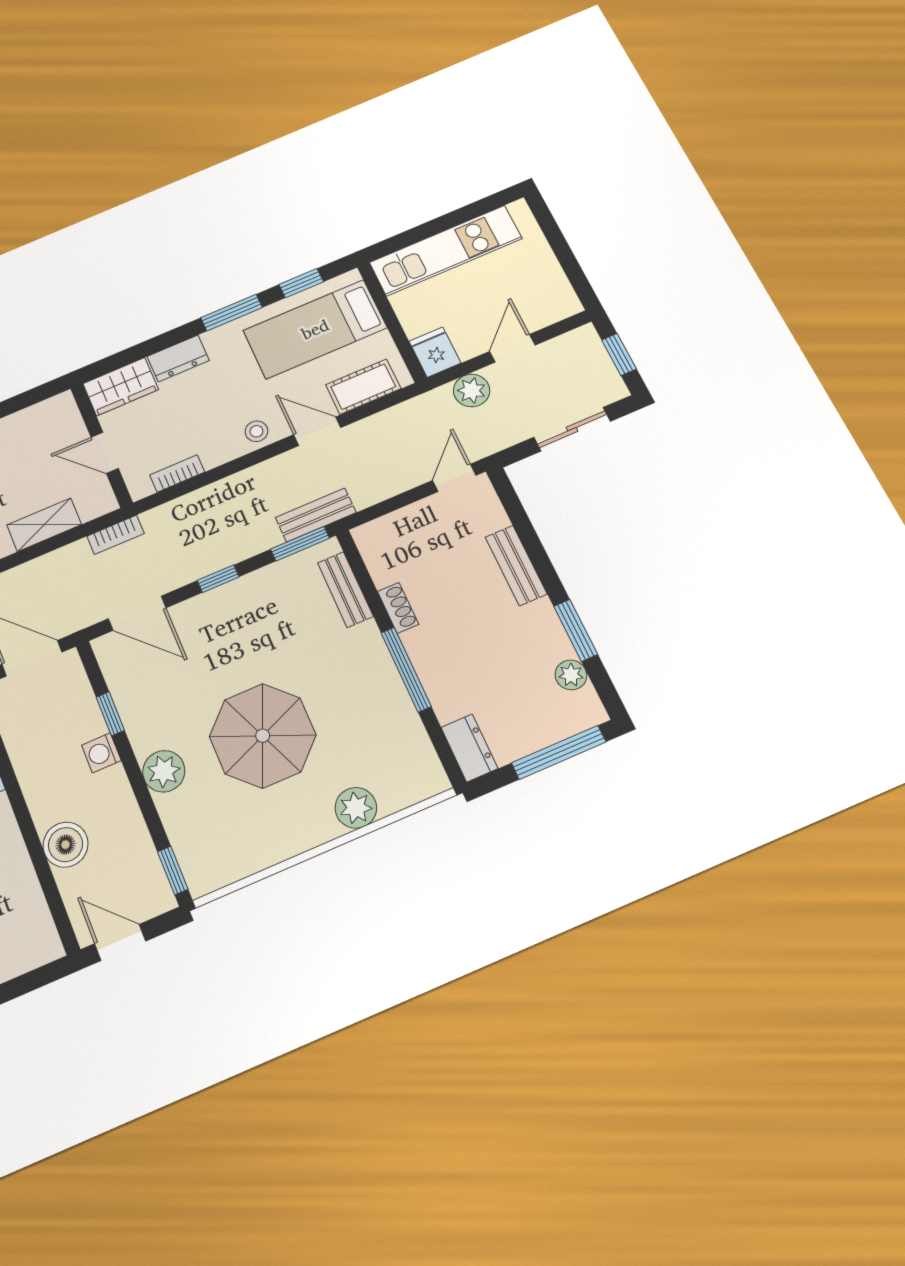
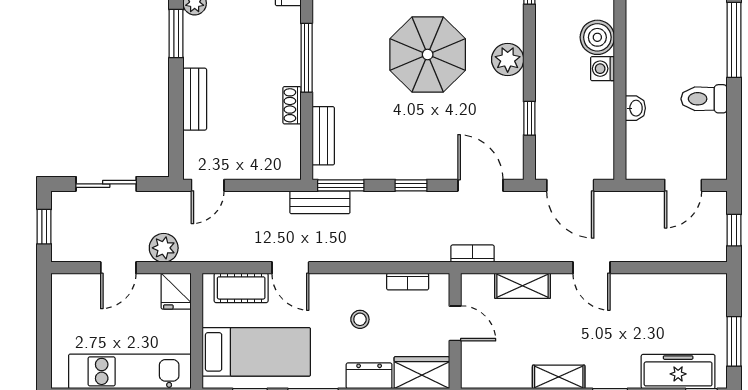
stool: (256, 431) -> (360, 319), moved
washing machine: (101, 753) -> (603, 69), moved, turned 180

